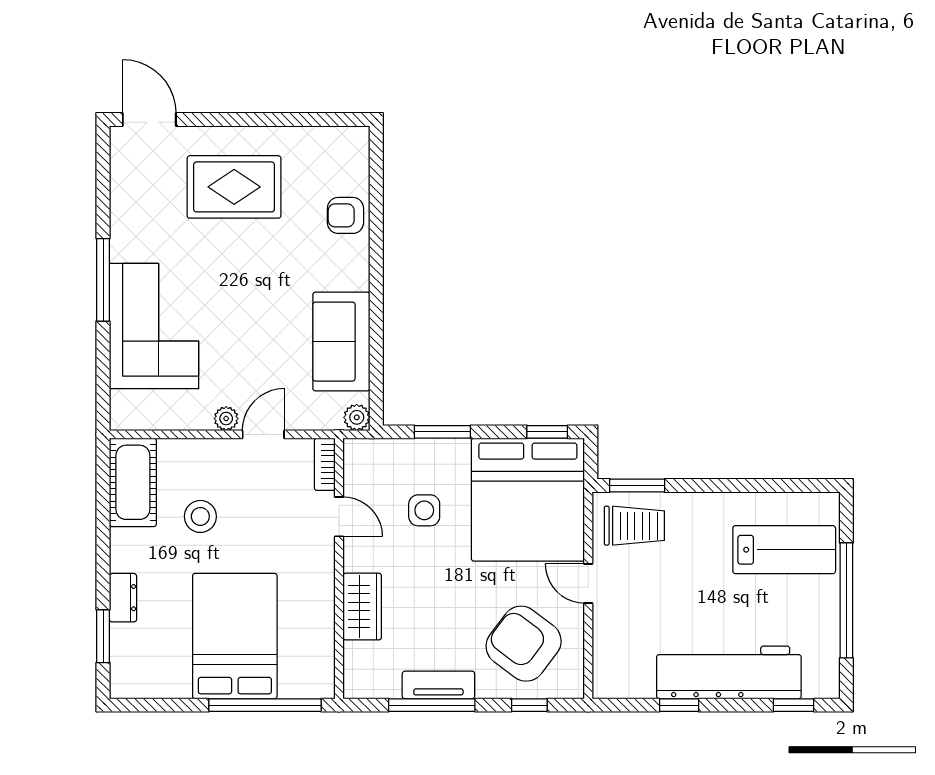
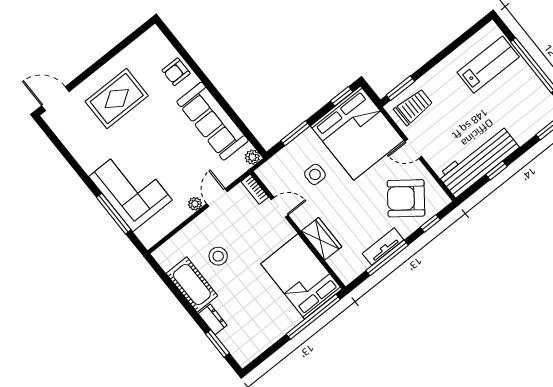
window: (103, 280) -> (114, 214), moved
sofa: (341, 342) -> (212, 121), width x1.36
cot: (133, 482) -> (192, 285), moved
bed: (235, 636) -> (301, 276), moved
workbench: (729, 672) -> (478, 161), moved

